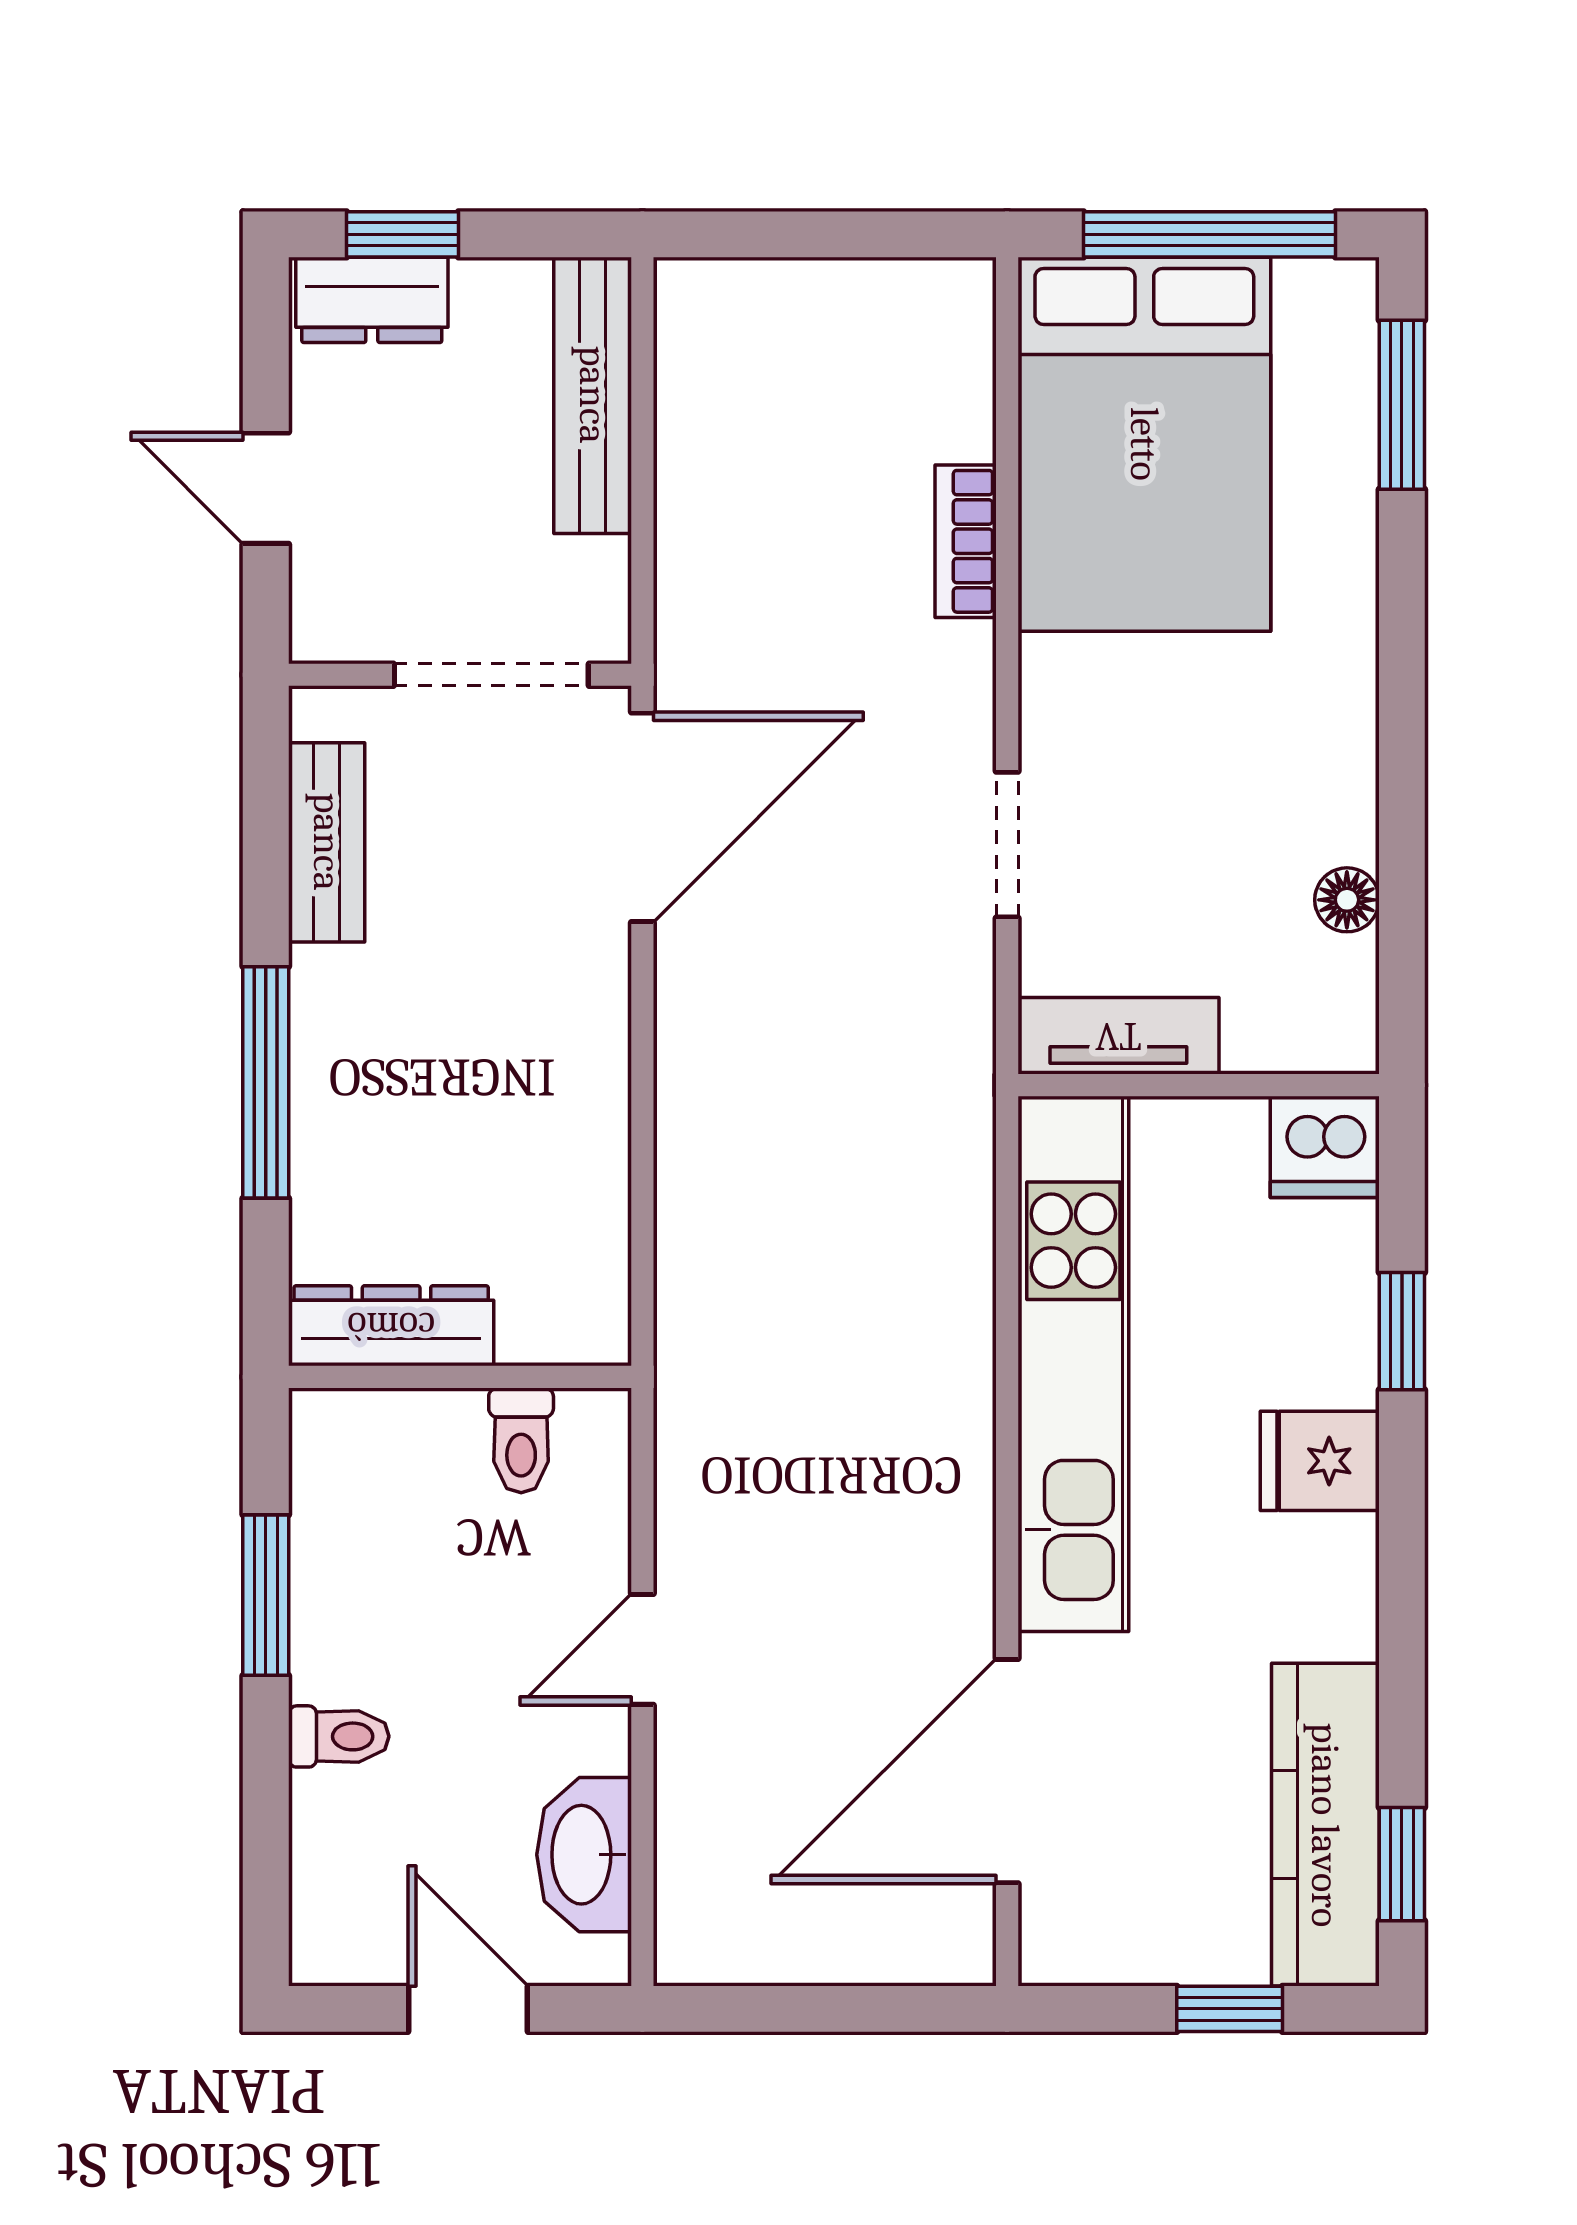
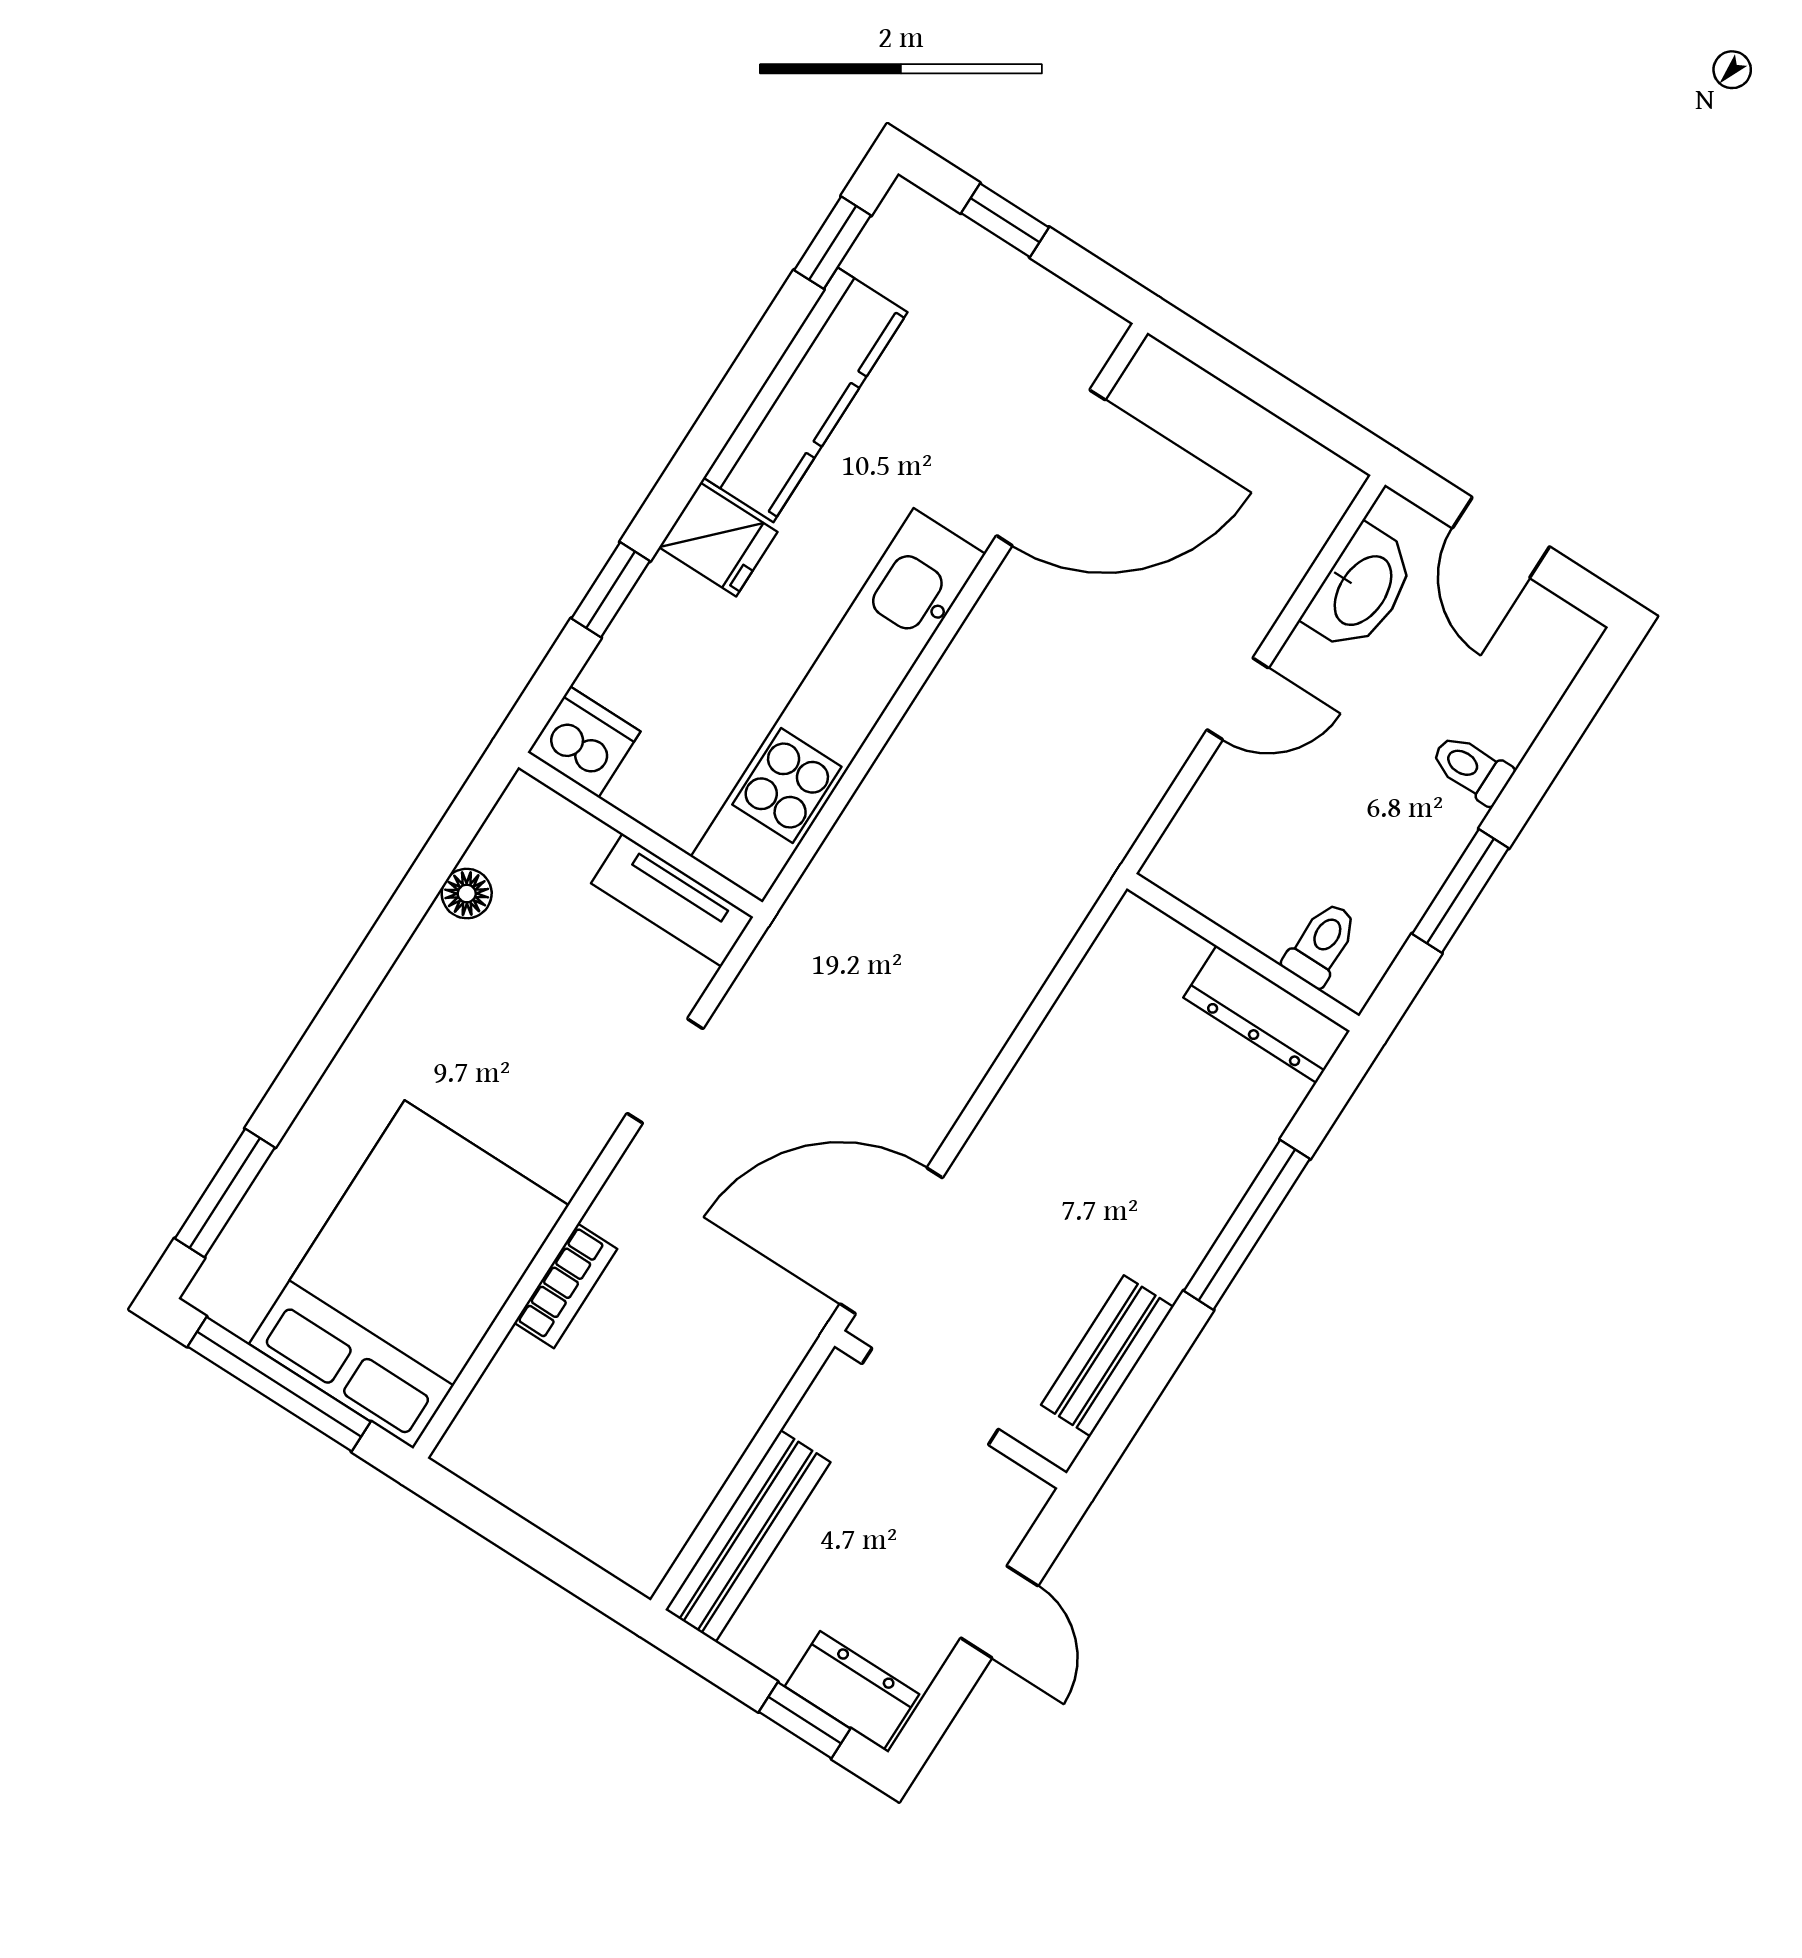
toilet: (521, 1440) -> (1321, 944), moved
kitchen counter: (1325, 1825) -> (806, 395), moved

